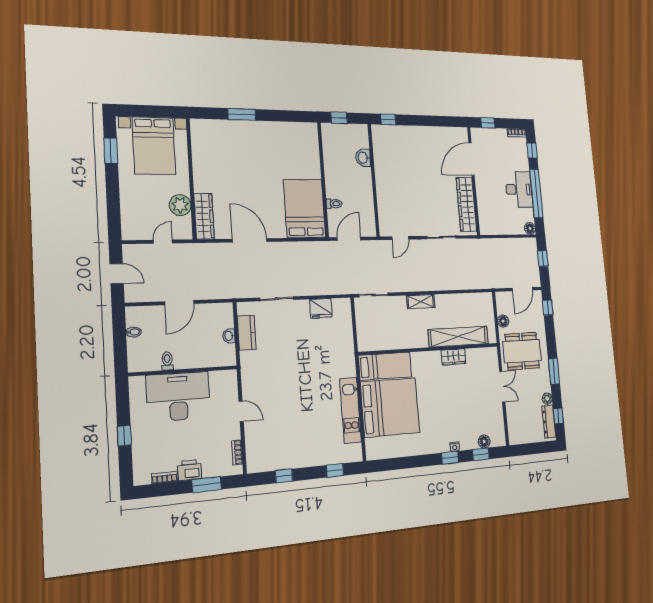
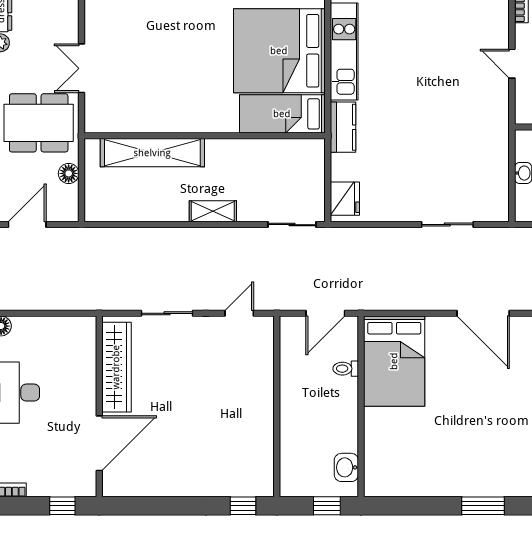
washbasin: (363, 158) -> (346, 467), moved, turned 180
fridge: (321, 308) -> (345, 199), moved, turned 90
kitchen counter: (247, 333) -> (343, 127), moved, turned 180
wardrobe: (453, 357) -> (164, 121), removed

